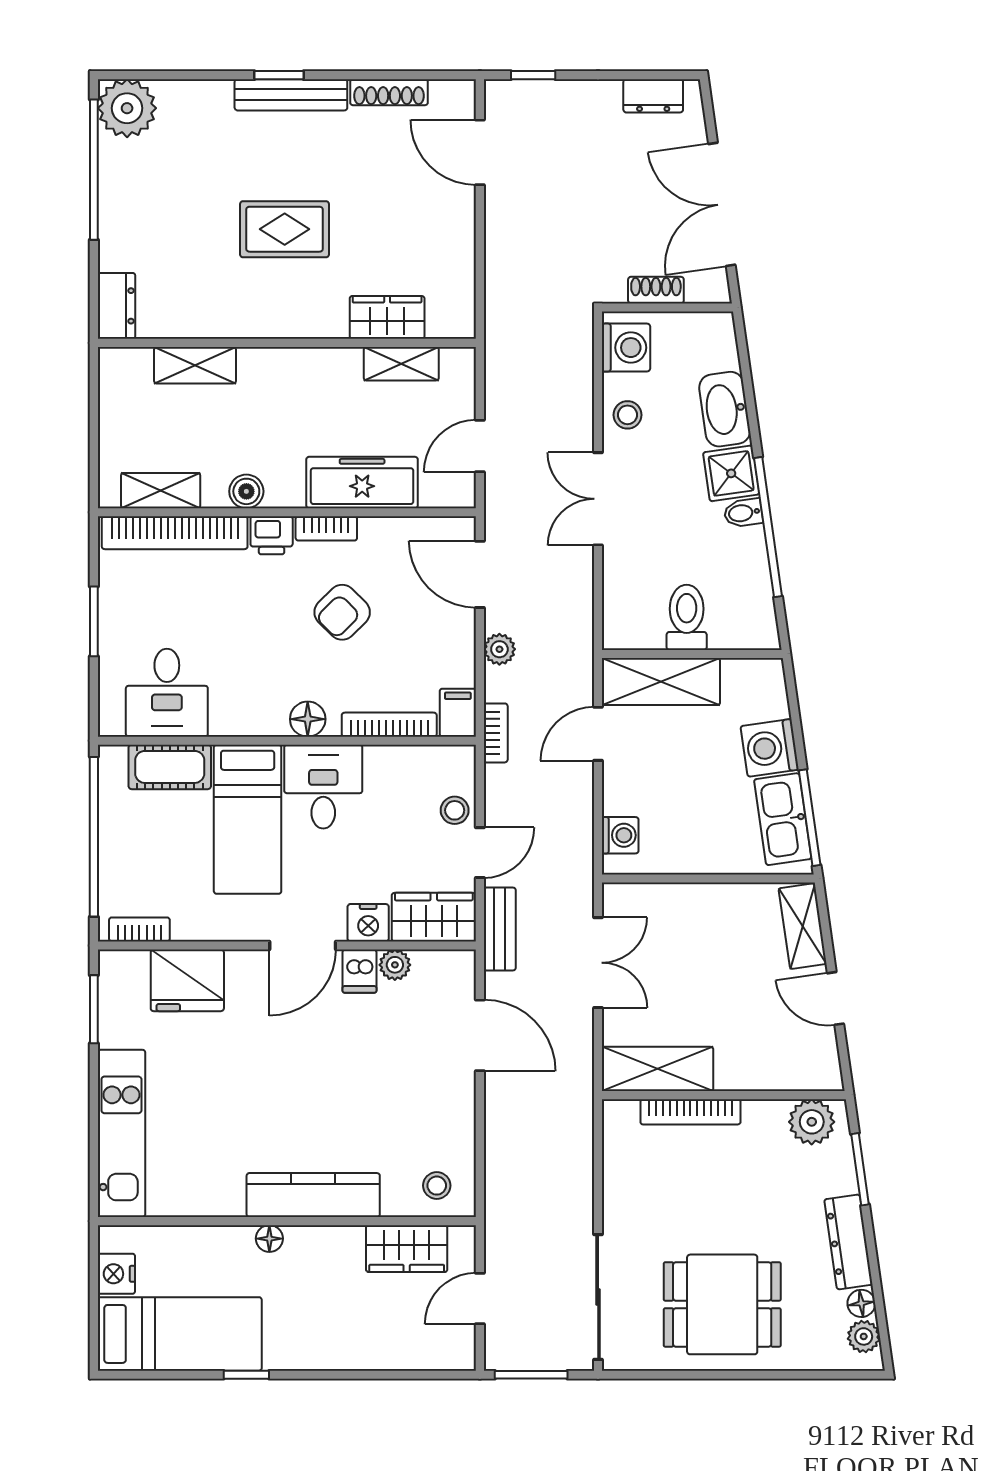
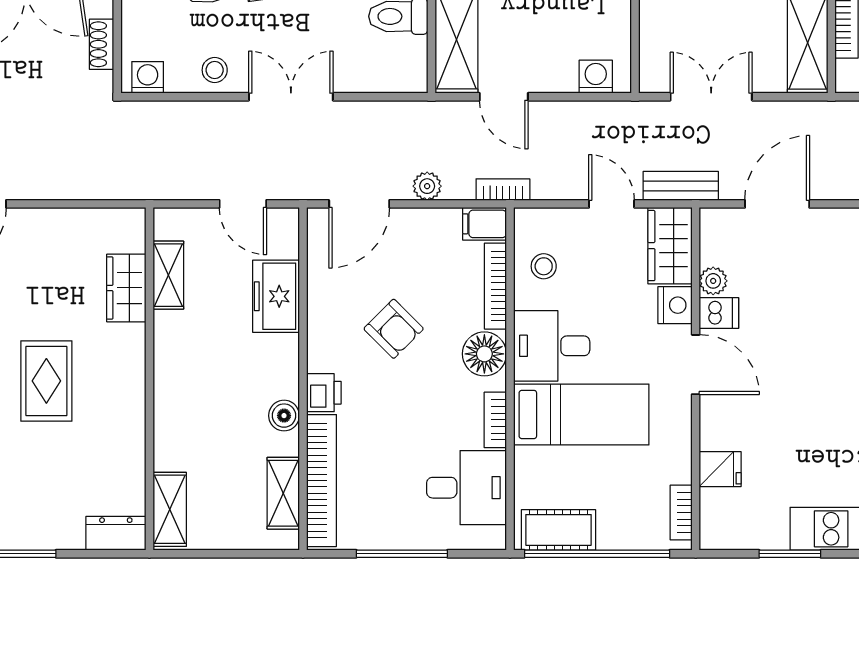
washing machine: (626, 348) -> (148, 77), width x0.73, depth x0.73
shelving: (195, 365) -> (170, 509), moved
freezer: (362, 483) -> (276, 296), width x0.71
double door: (598, 499) -> (291, 97), swing flipped
bookcase: (326, 528) -> (495, 420), moved, turned 180
window: (94, 621) -> (402, 554), width x1.44
floor lamp: (308, 719) -> (484, 354), width x1.38, depth x1.38
cot: (170, 767) -> (558, 530), moved, turned 90
stool: (455, 810) -> (544, 266), moved
fridge: (187, 980) -> (720, 469), width x0.53, depth x0.75
window: (94, 1009) -> (790, 554), moved

